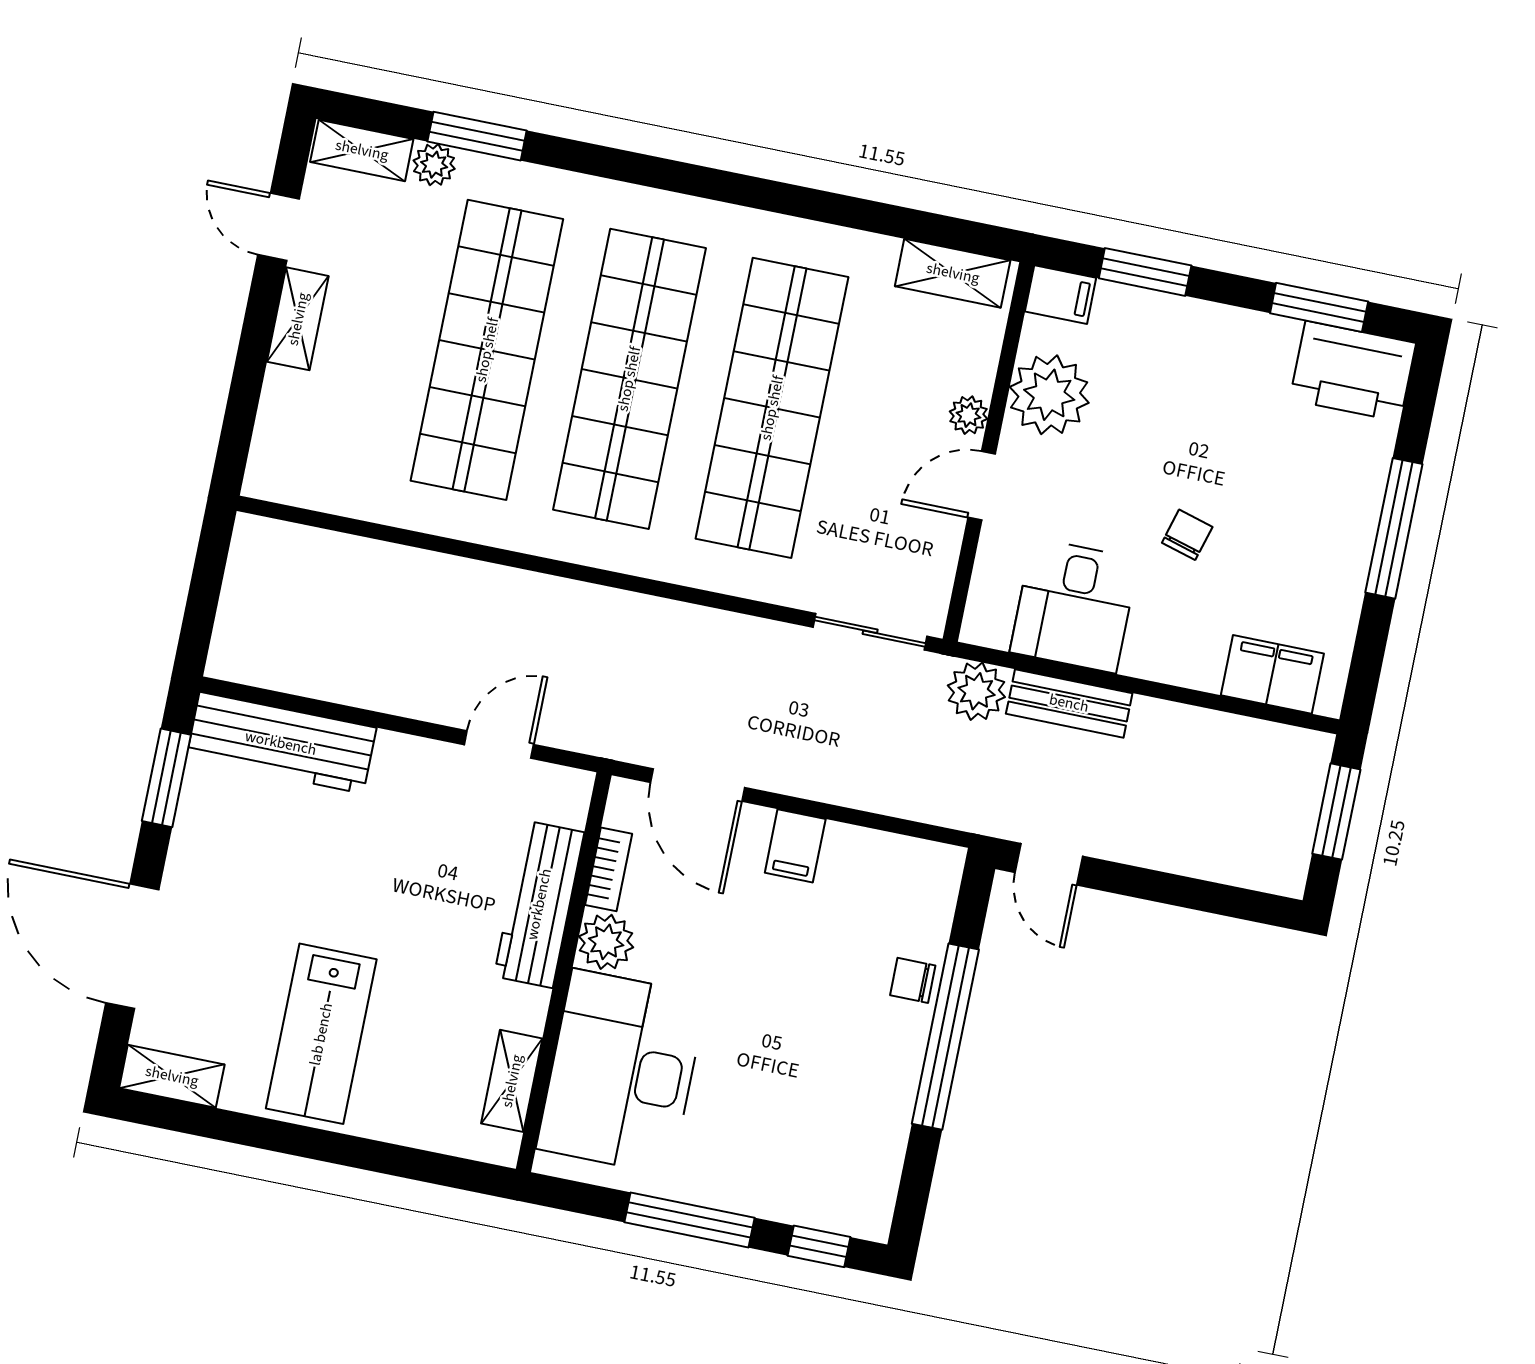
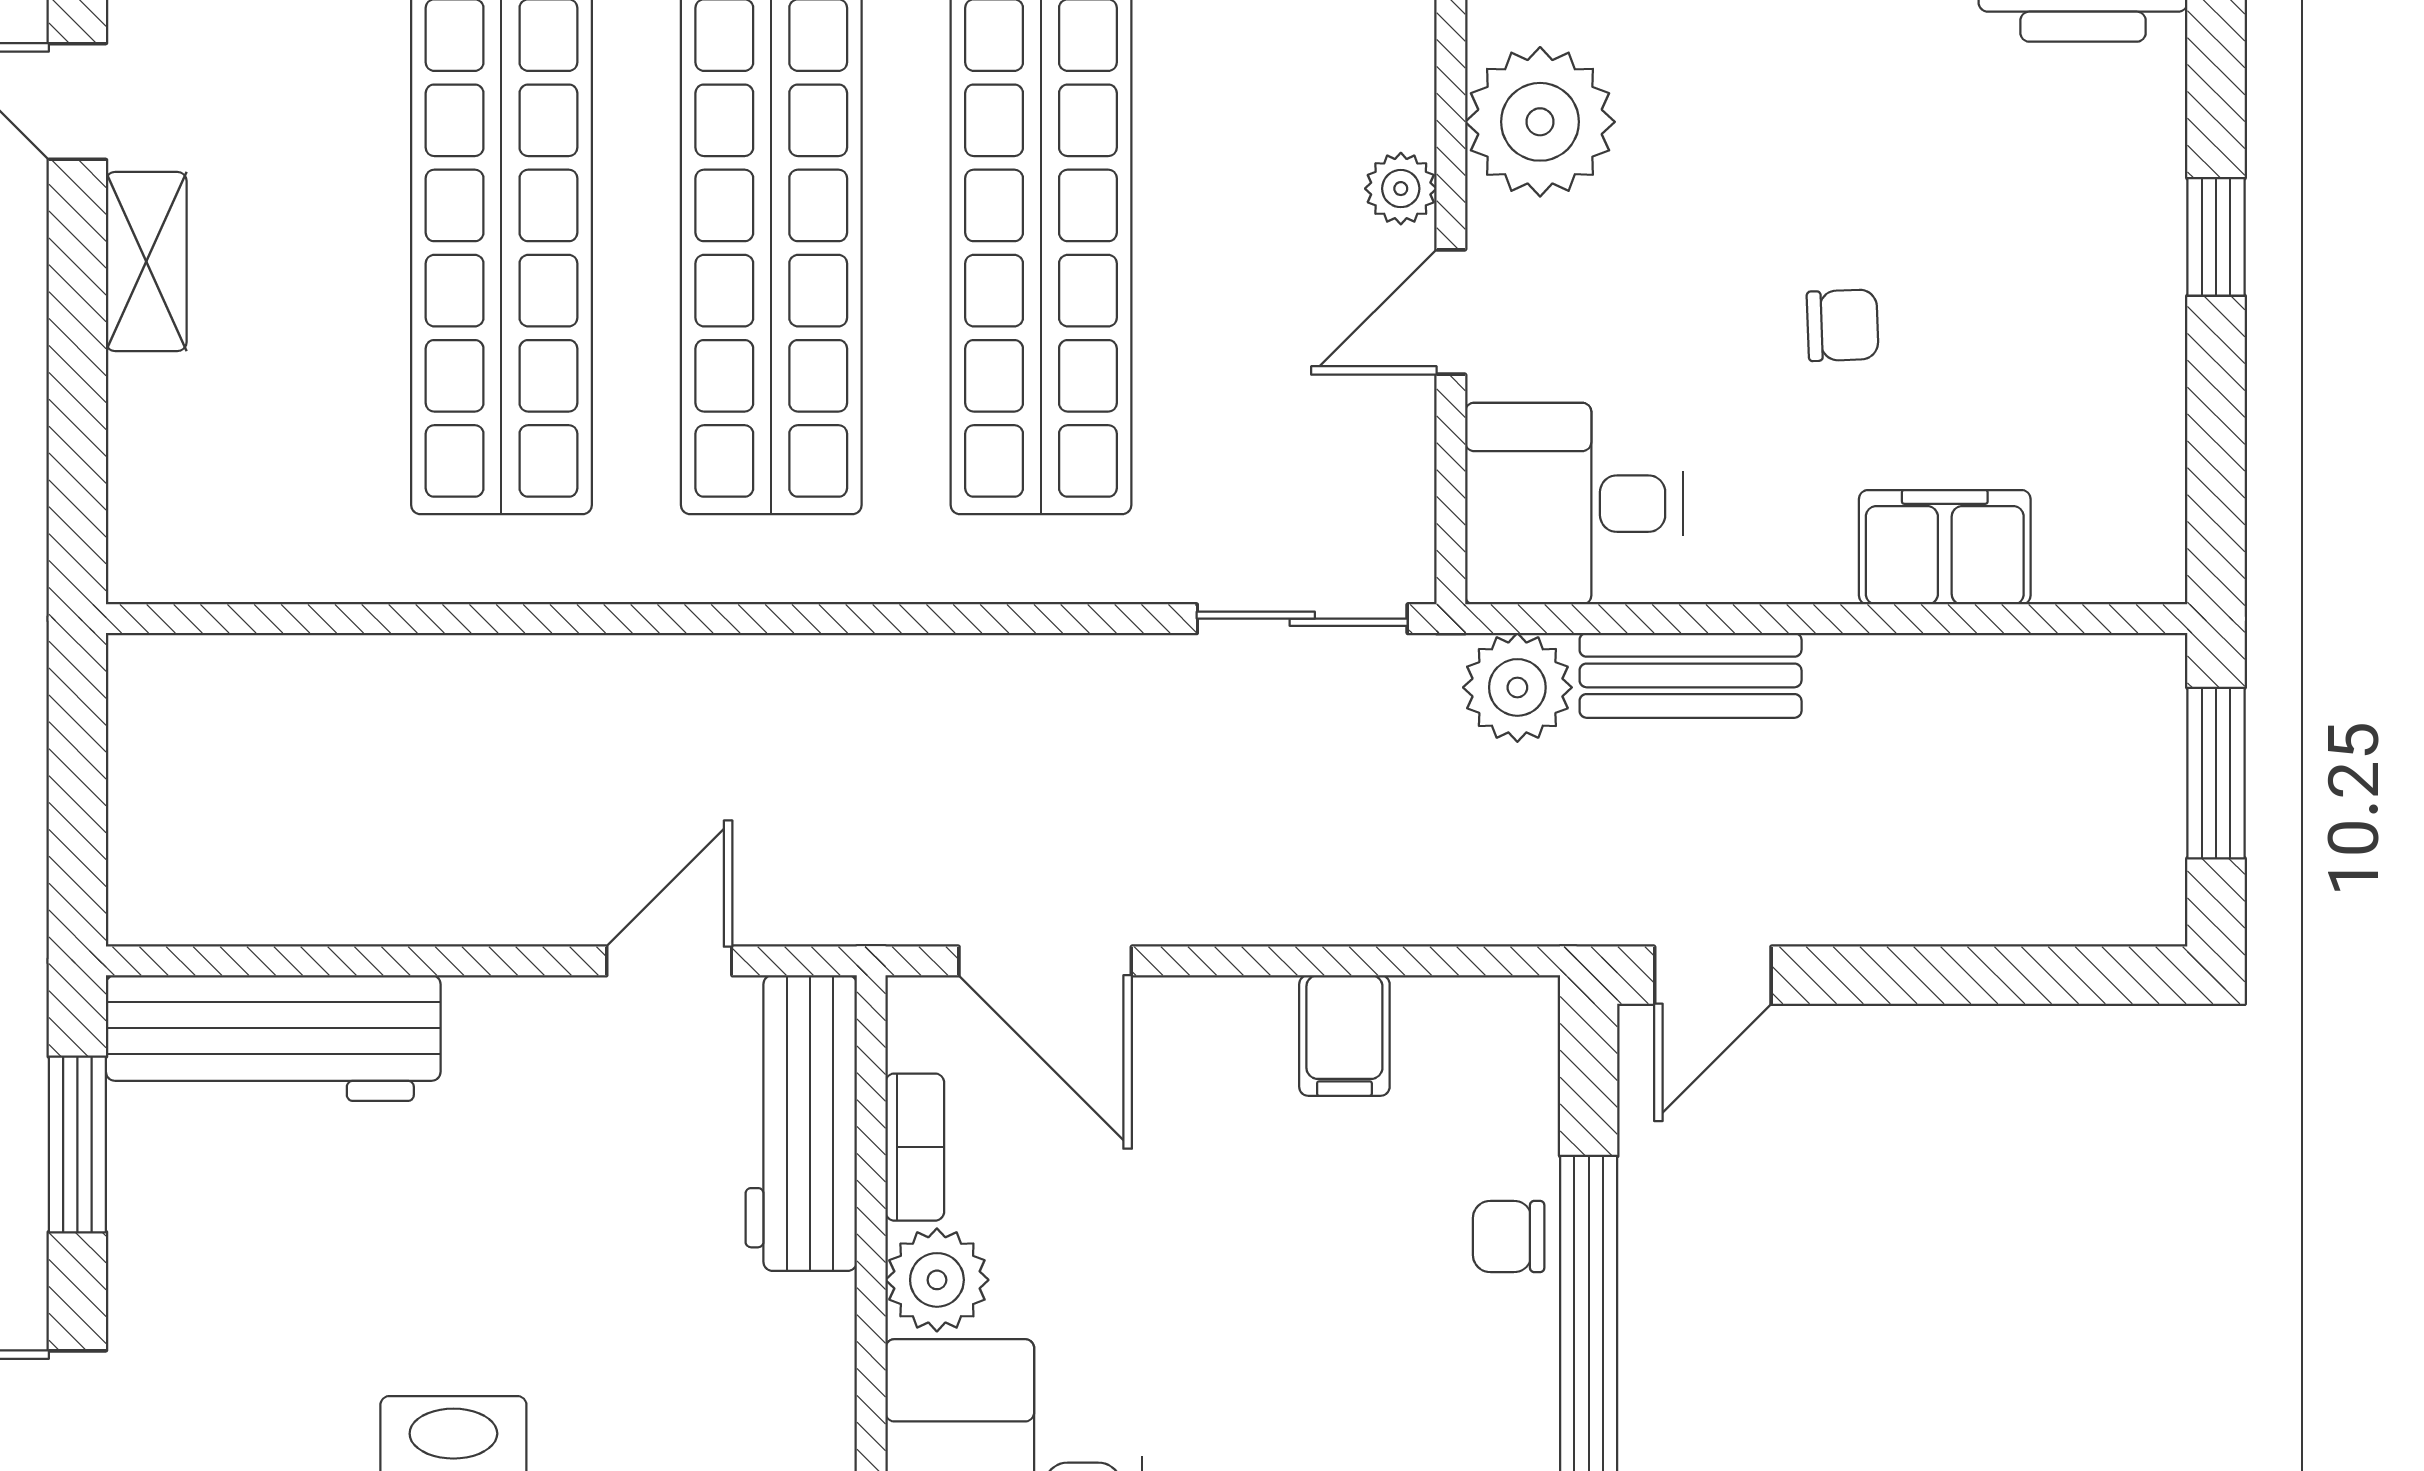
window: (1394, 528) -> (2216, 237), width x0.46
chair: (1187, 535) -> (1843, 325), turned 72
desk: (1074, 606) -> (1574, 504), moved, turned 90
filing cabinet: (1272, 674) -> (1945, 547), moved
filing cabinet: (795, 846) -> (1344, 1035), moved
door: (1049, 864) -> (1713, 975), hinge flipped
workbench: (539, 904) -> (801, 1123), moved

